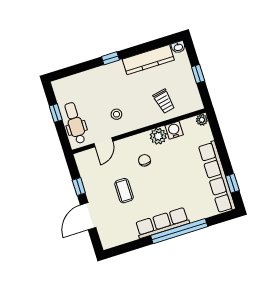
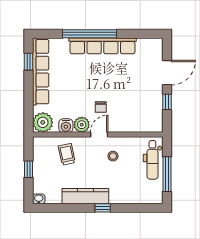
kitchen counter: (148, 60) -> (85, 196), moved
window: (56, 113) -> (167, 174), width x2.17
plant: (202, 120) -> (43, 122), width x1.88, depth x1.88
door: (103, 142) -> (99, 135), moved
coffee table: (124, 191) -> (128, 86), removed
row of seats: (162, 223) -> (103, 46), width x1.36

